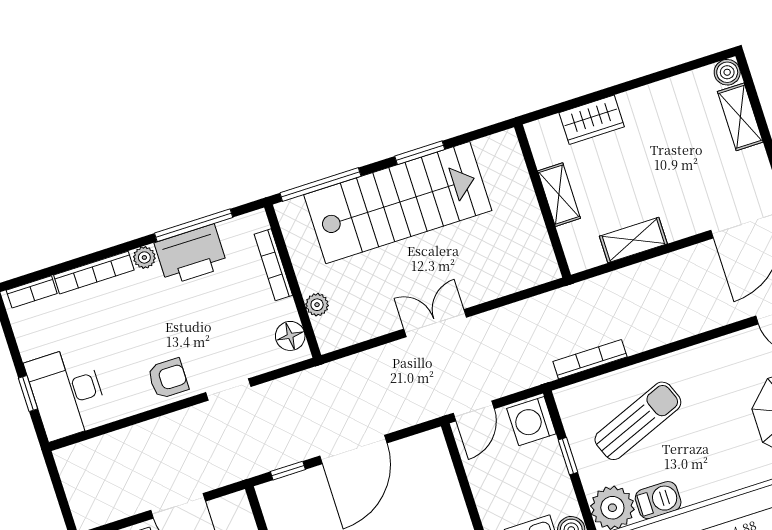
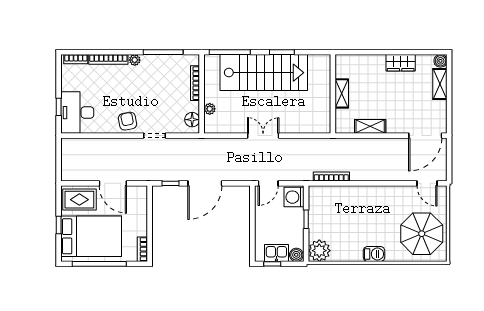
wardrobe: (592, 120) -> (401, 63), moved
printer: (191, 255) -> (157, 66), removed
armchair: (168, 378) -> (128, 121), turned -101
sun lounger: (638, 421) -> (345, 213), removed
barbecue: (658, 500) -> (374, 254), moved

